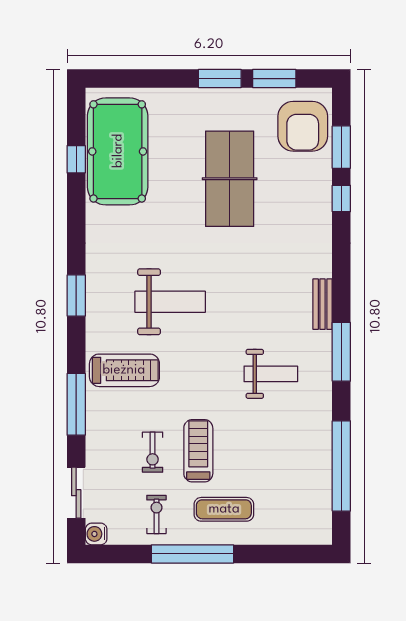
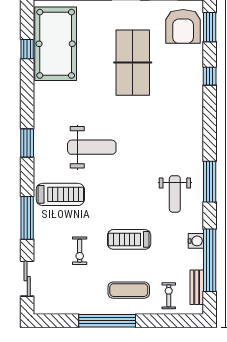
window: (341, 147) -> (210, 27), moved
bench: (323, 304) -> (197, 287), moved
weight bench: (271, 374) -> (175, 194), moved, turned 90
treadmill: (198, 451) -> (129, 239), moved, turned -90
exercise bike: (156, 514) -> (169, 296), moved
water cooler: (96, 534) -> (196, 241), moved, turned 180

